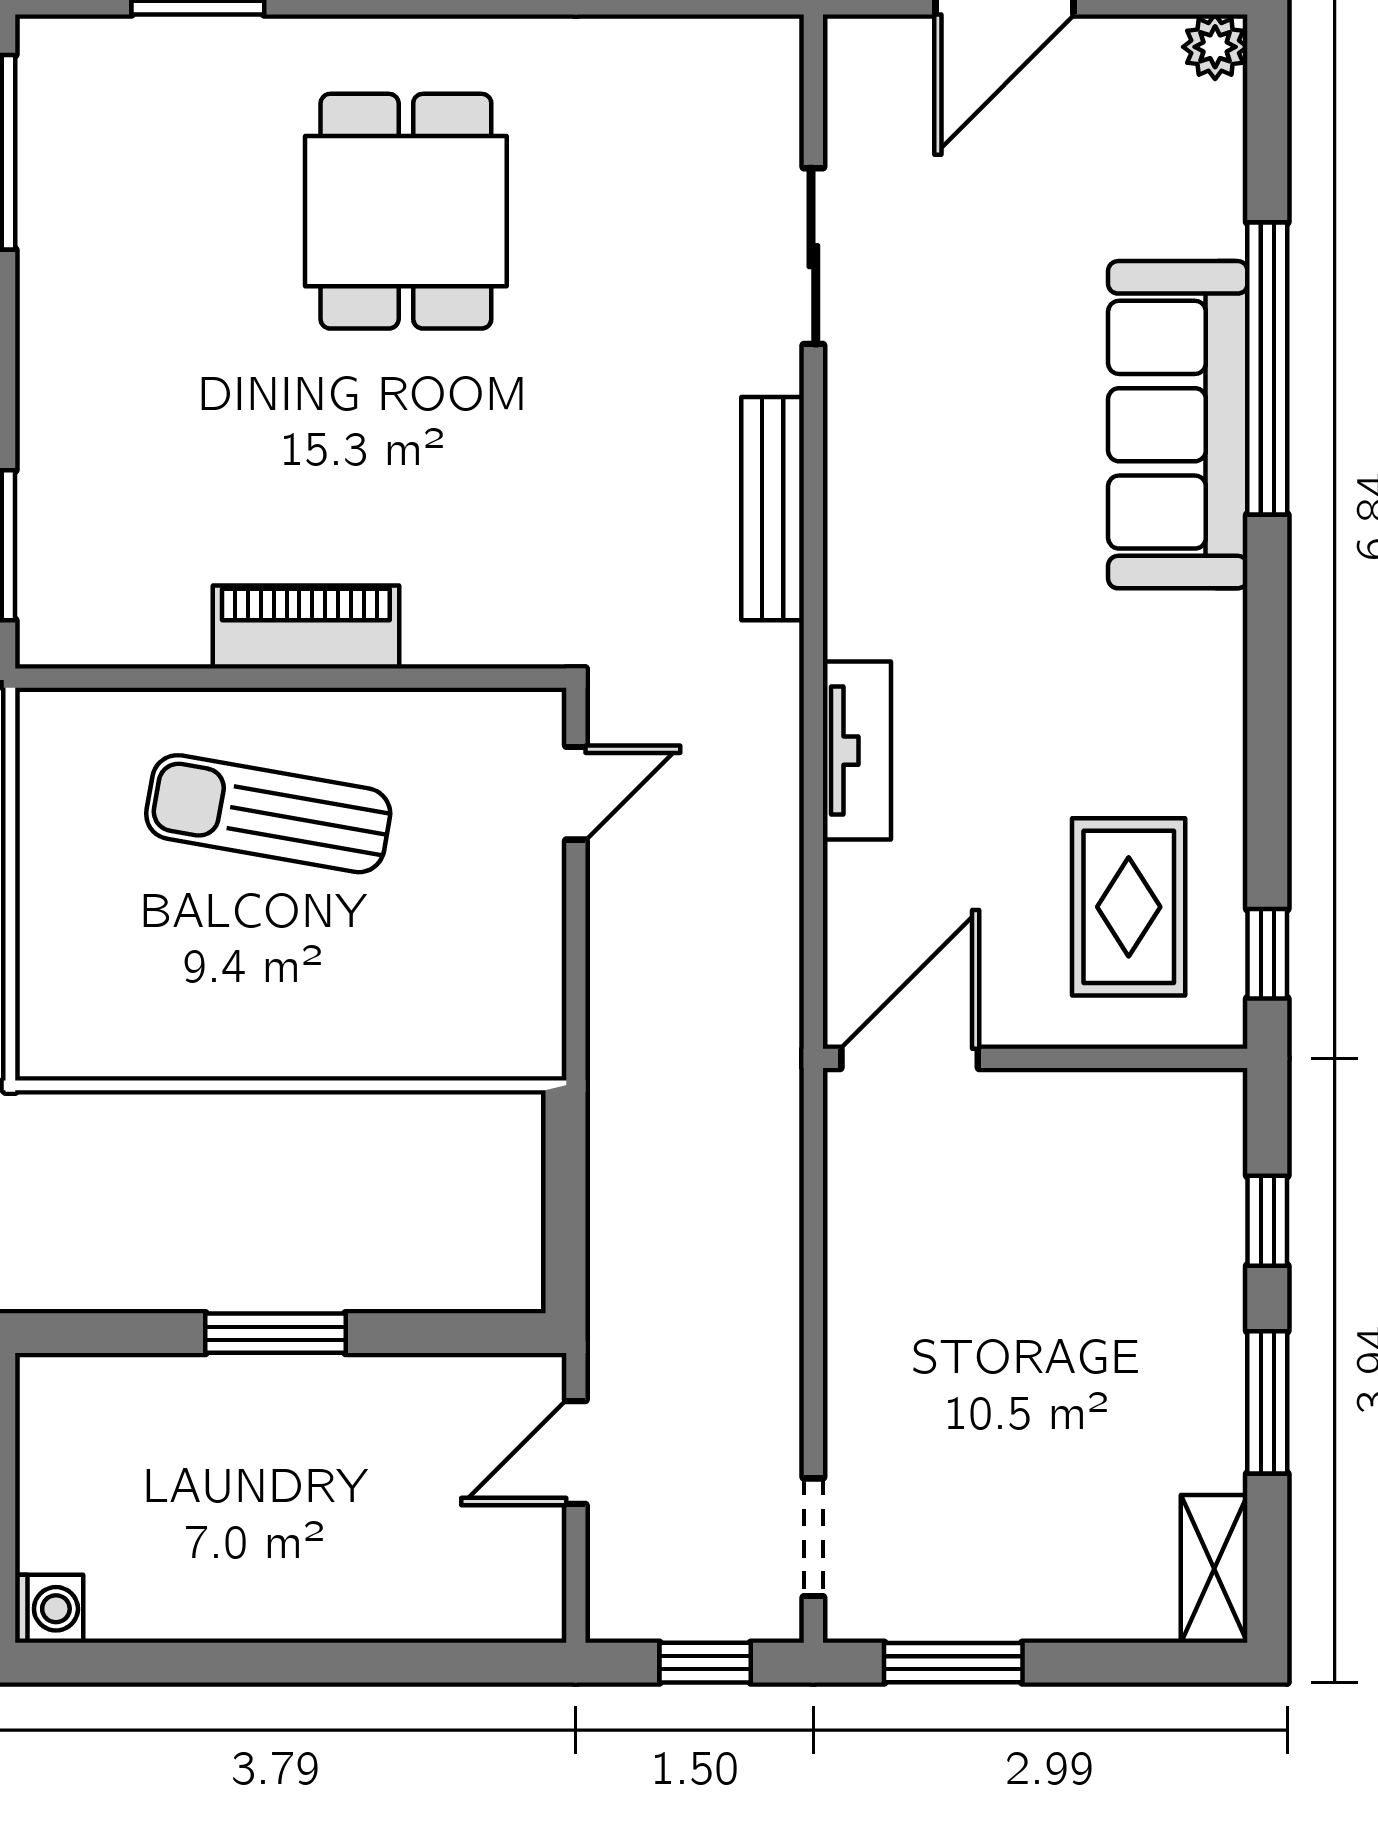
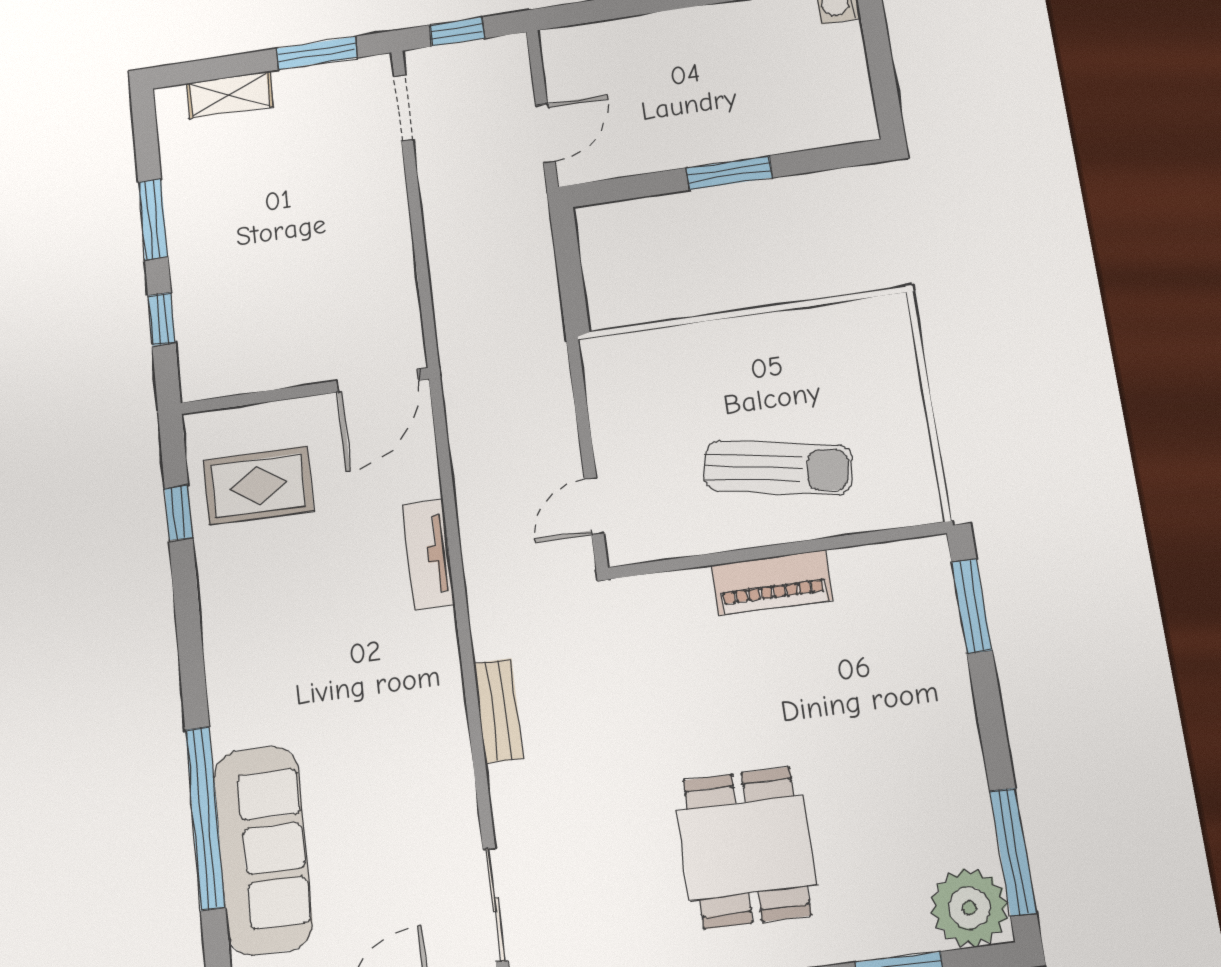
plant: (76, 76) -> (969, 908), added
sliding door: (813, 256) -> (495, 905), moved
sofa: (1178, 425) -> (263, 850), moved
bench: (773, 509) -> (498, 711), width x0.73
rug: (1129, 907) -> (258, 485), turned 90
window: (1267, 954) -> (179, 513), moved
shelving: (1214, 1569) -> (230, 95), moved, turned 90

